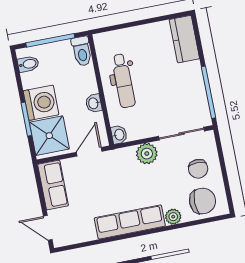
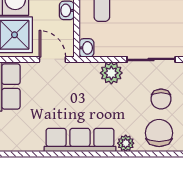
door: (89, 152) -> (52, 59), hinge flipped
chair: (202, 201) -> (159, 133), turned -90

